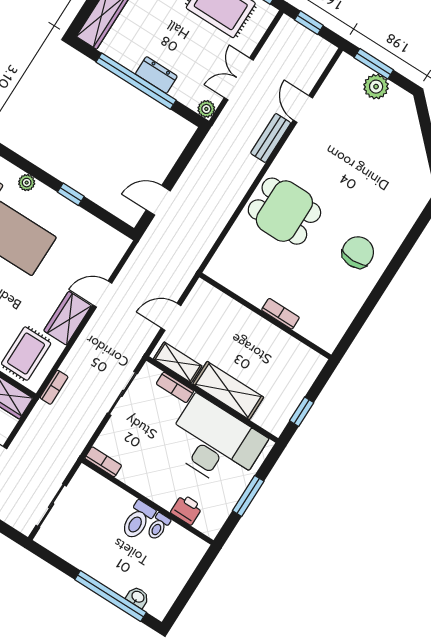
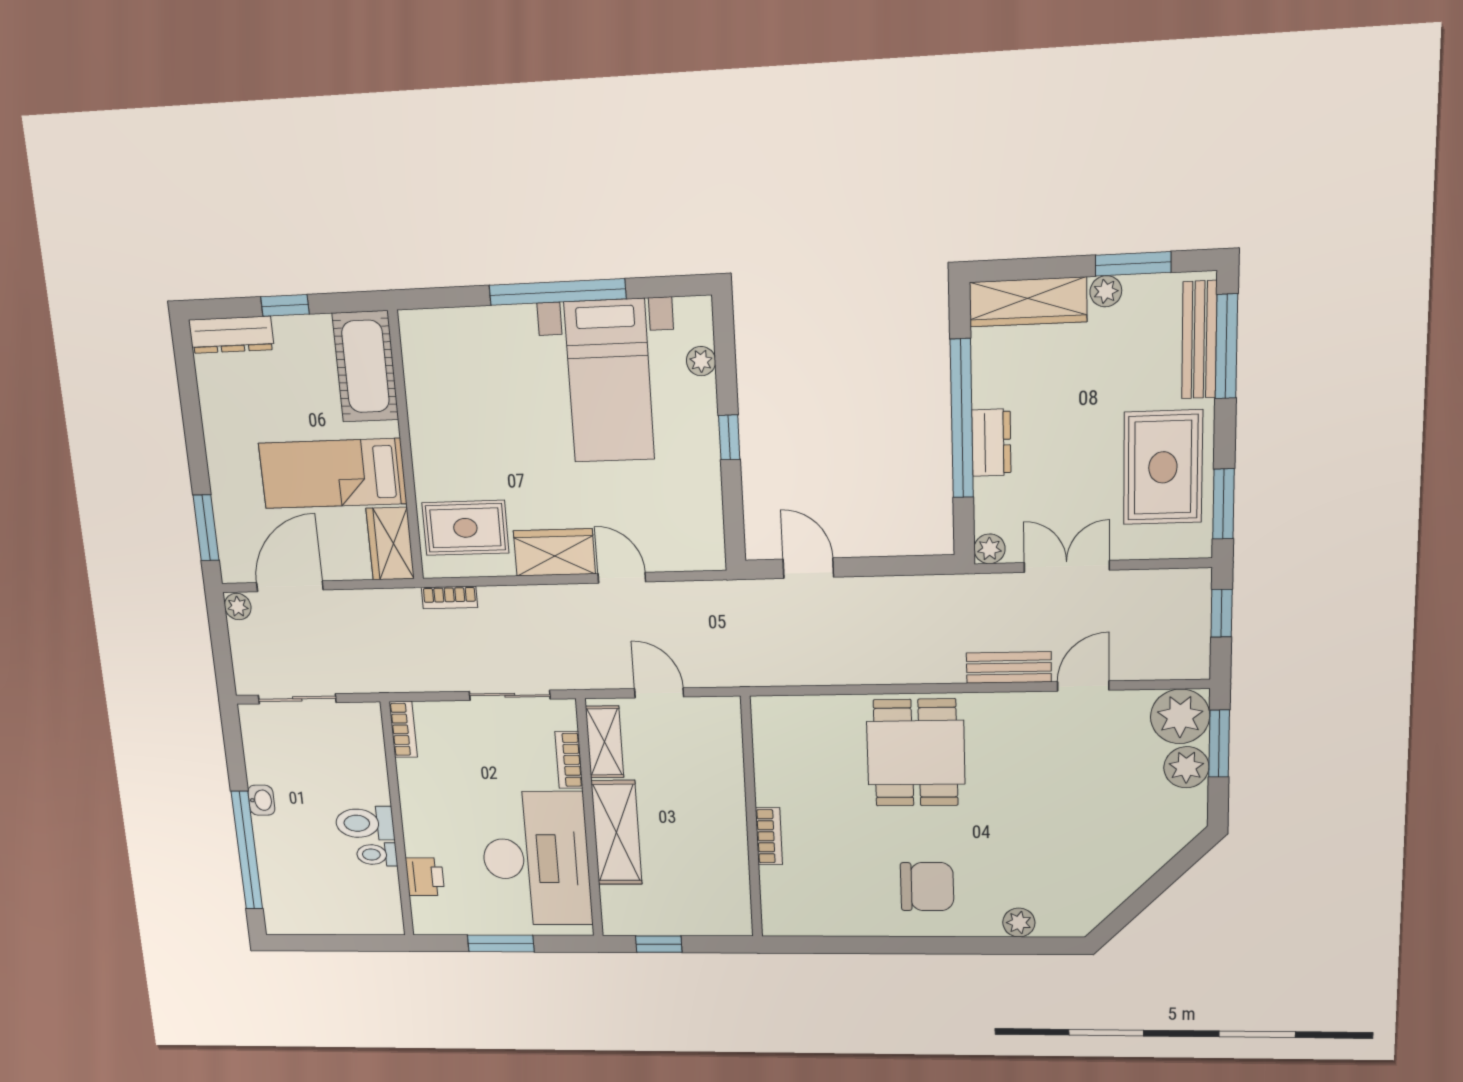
plant: (348, 73) -> (1180, 716), added
plant: (406, 219) -> (1019, 923), added
washbasin: (138, 597) -> (261, 800), moved

